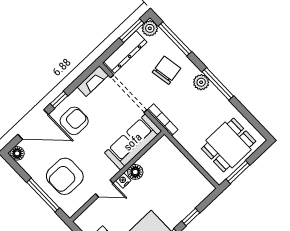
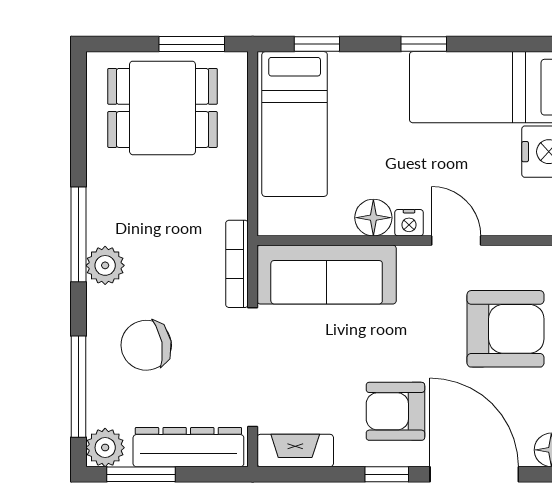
bed: (185, 177) -> (295, 124), added
window: (191, 217) -> (317, 44), moved

